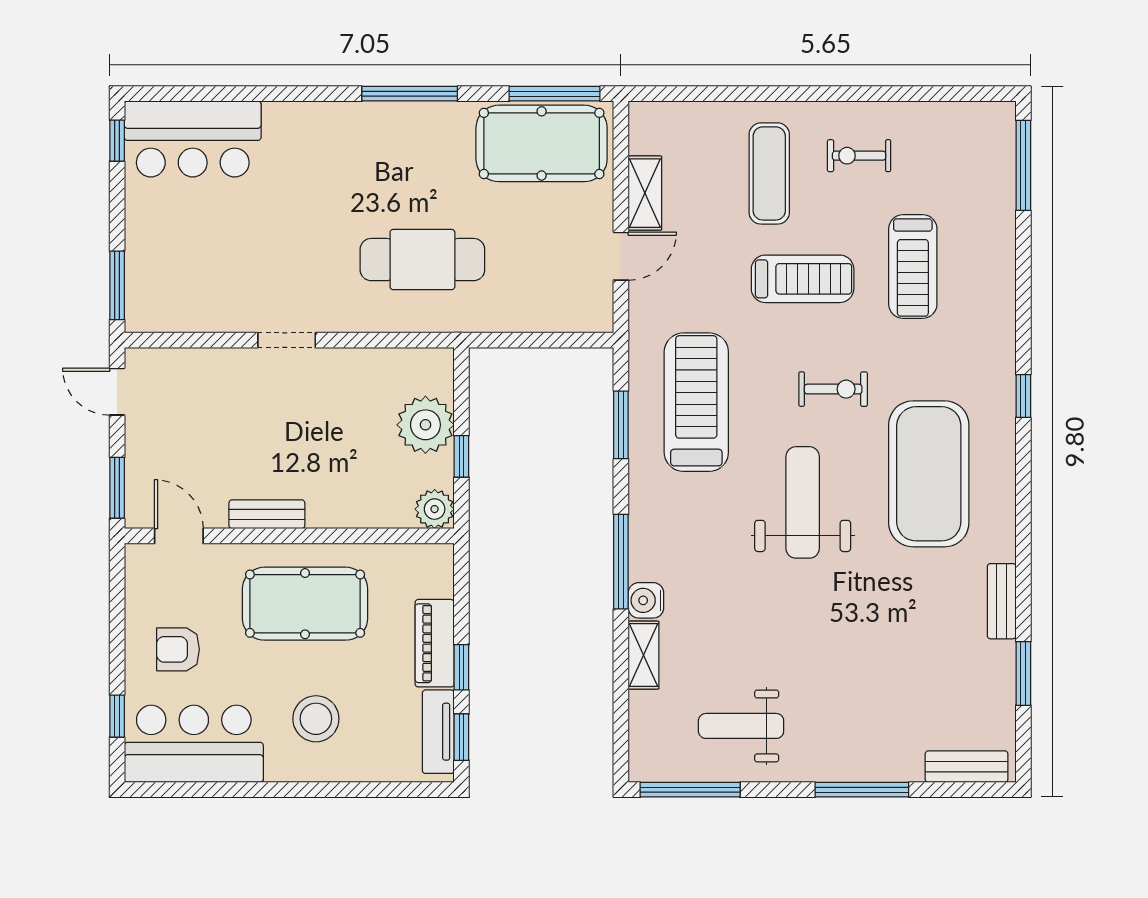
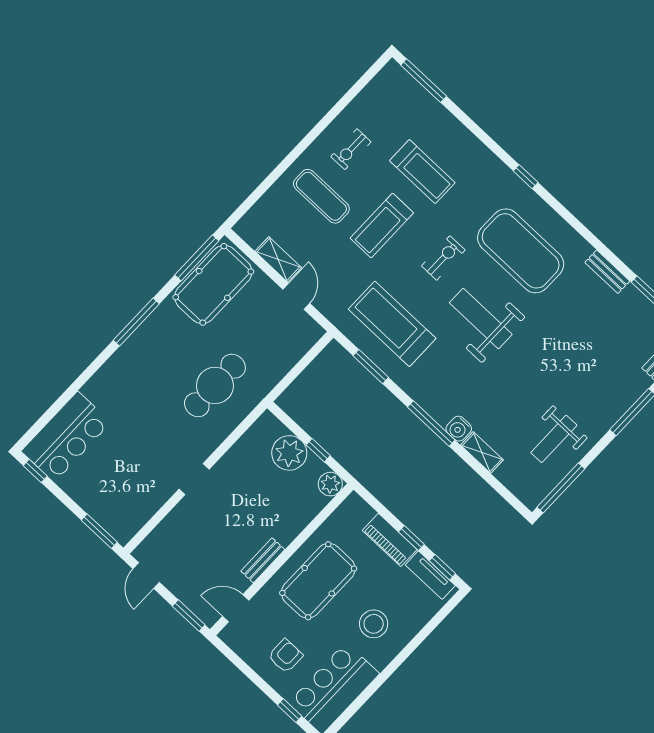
treadmill: (803, 279) -> (382, 225), turned 180
door: (117, 392) -> (146, 575), hinge flipped
armchair: (178, 649) -> (285, 656), turned 180

